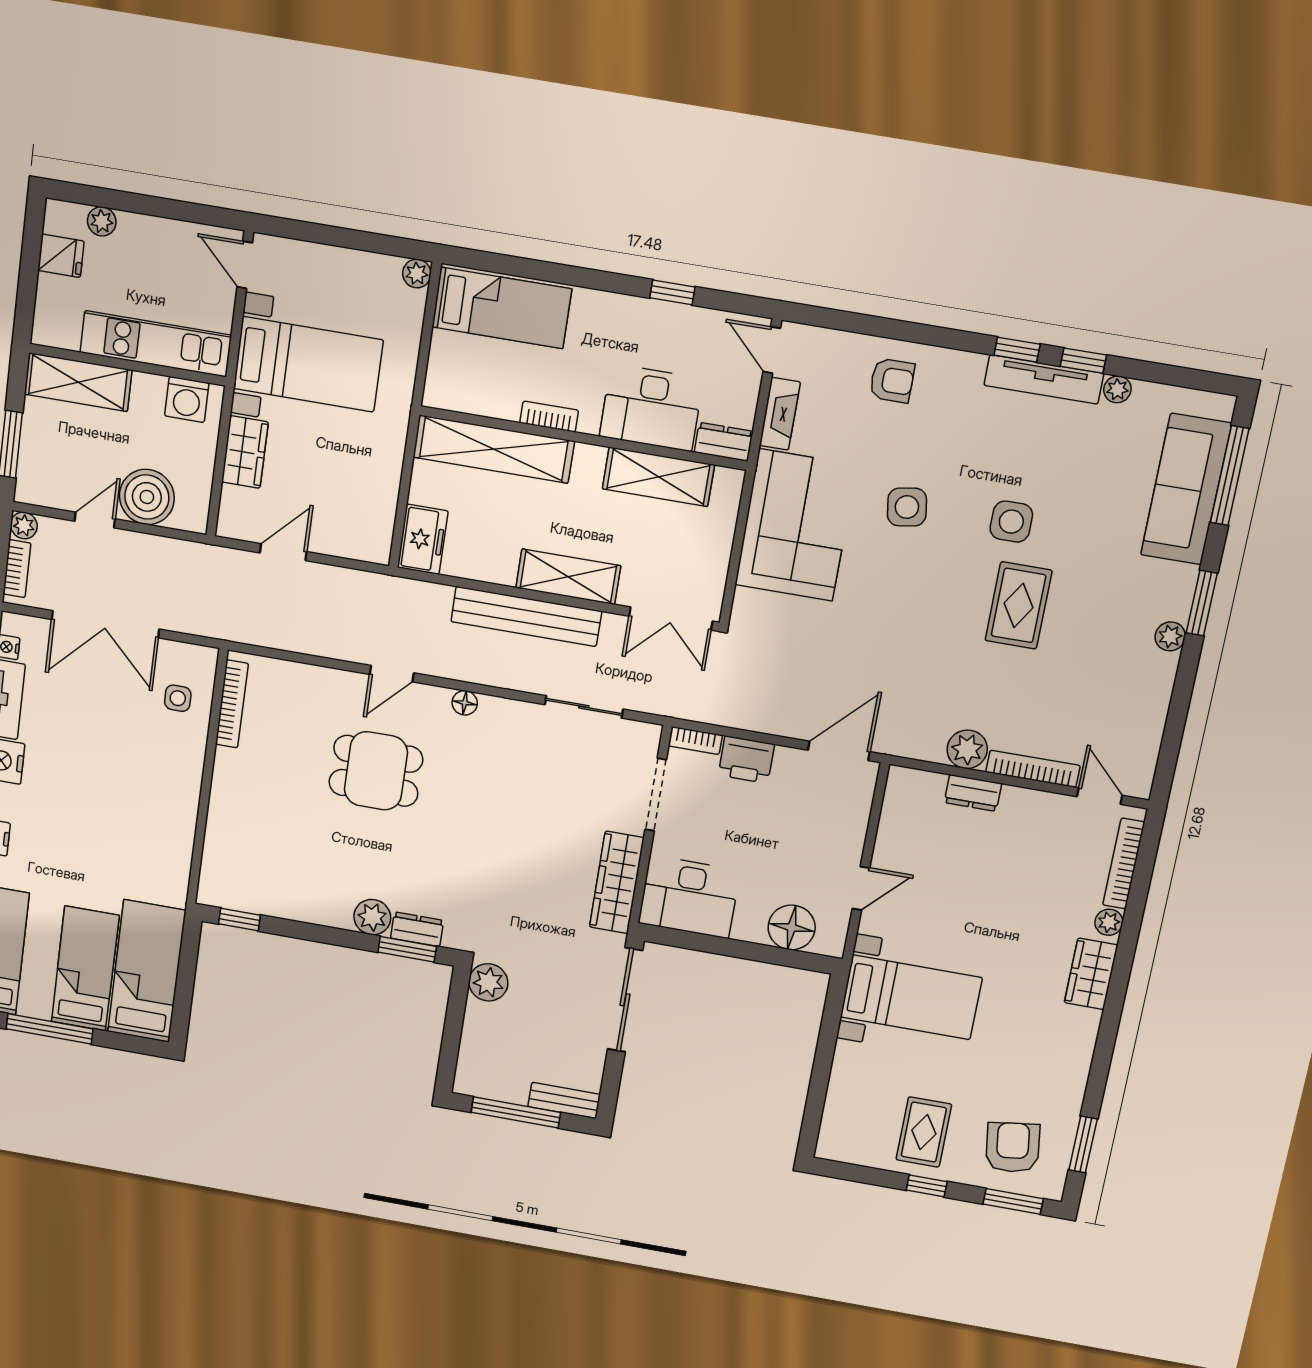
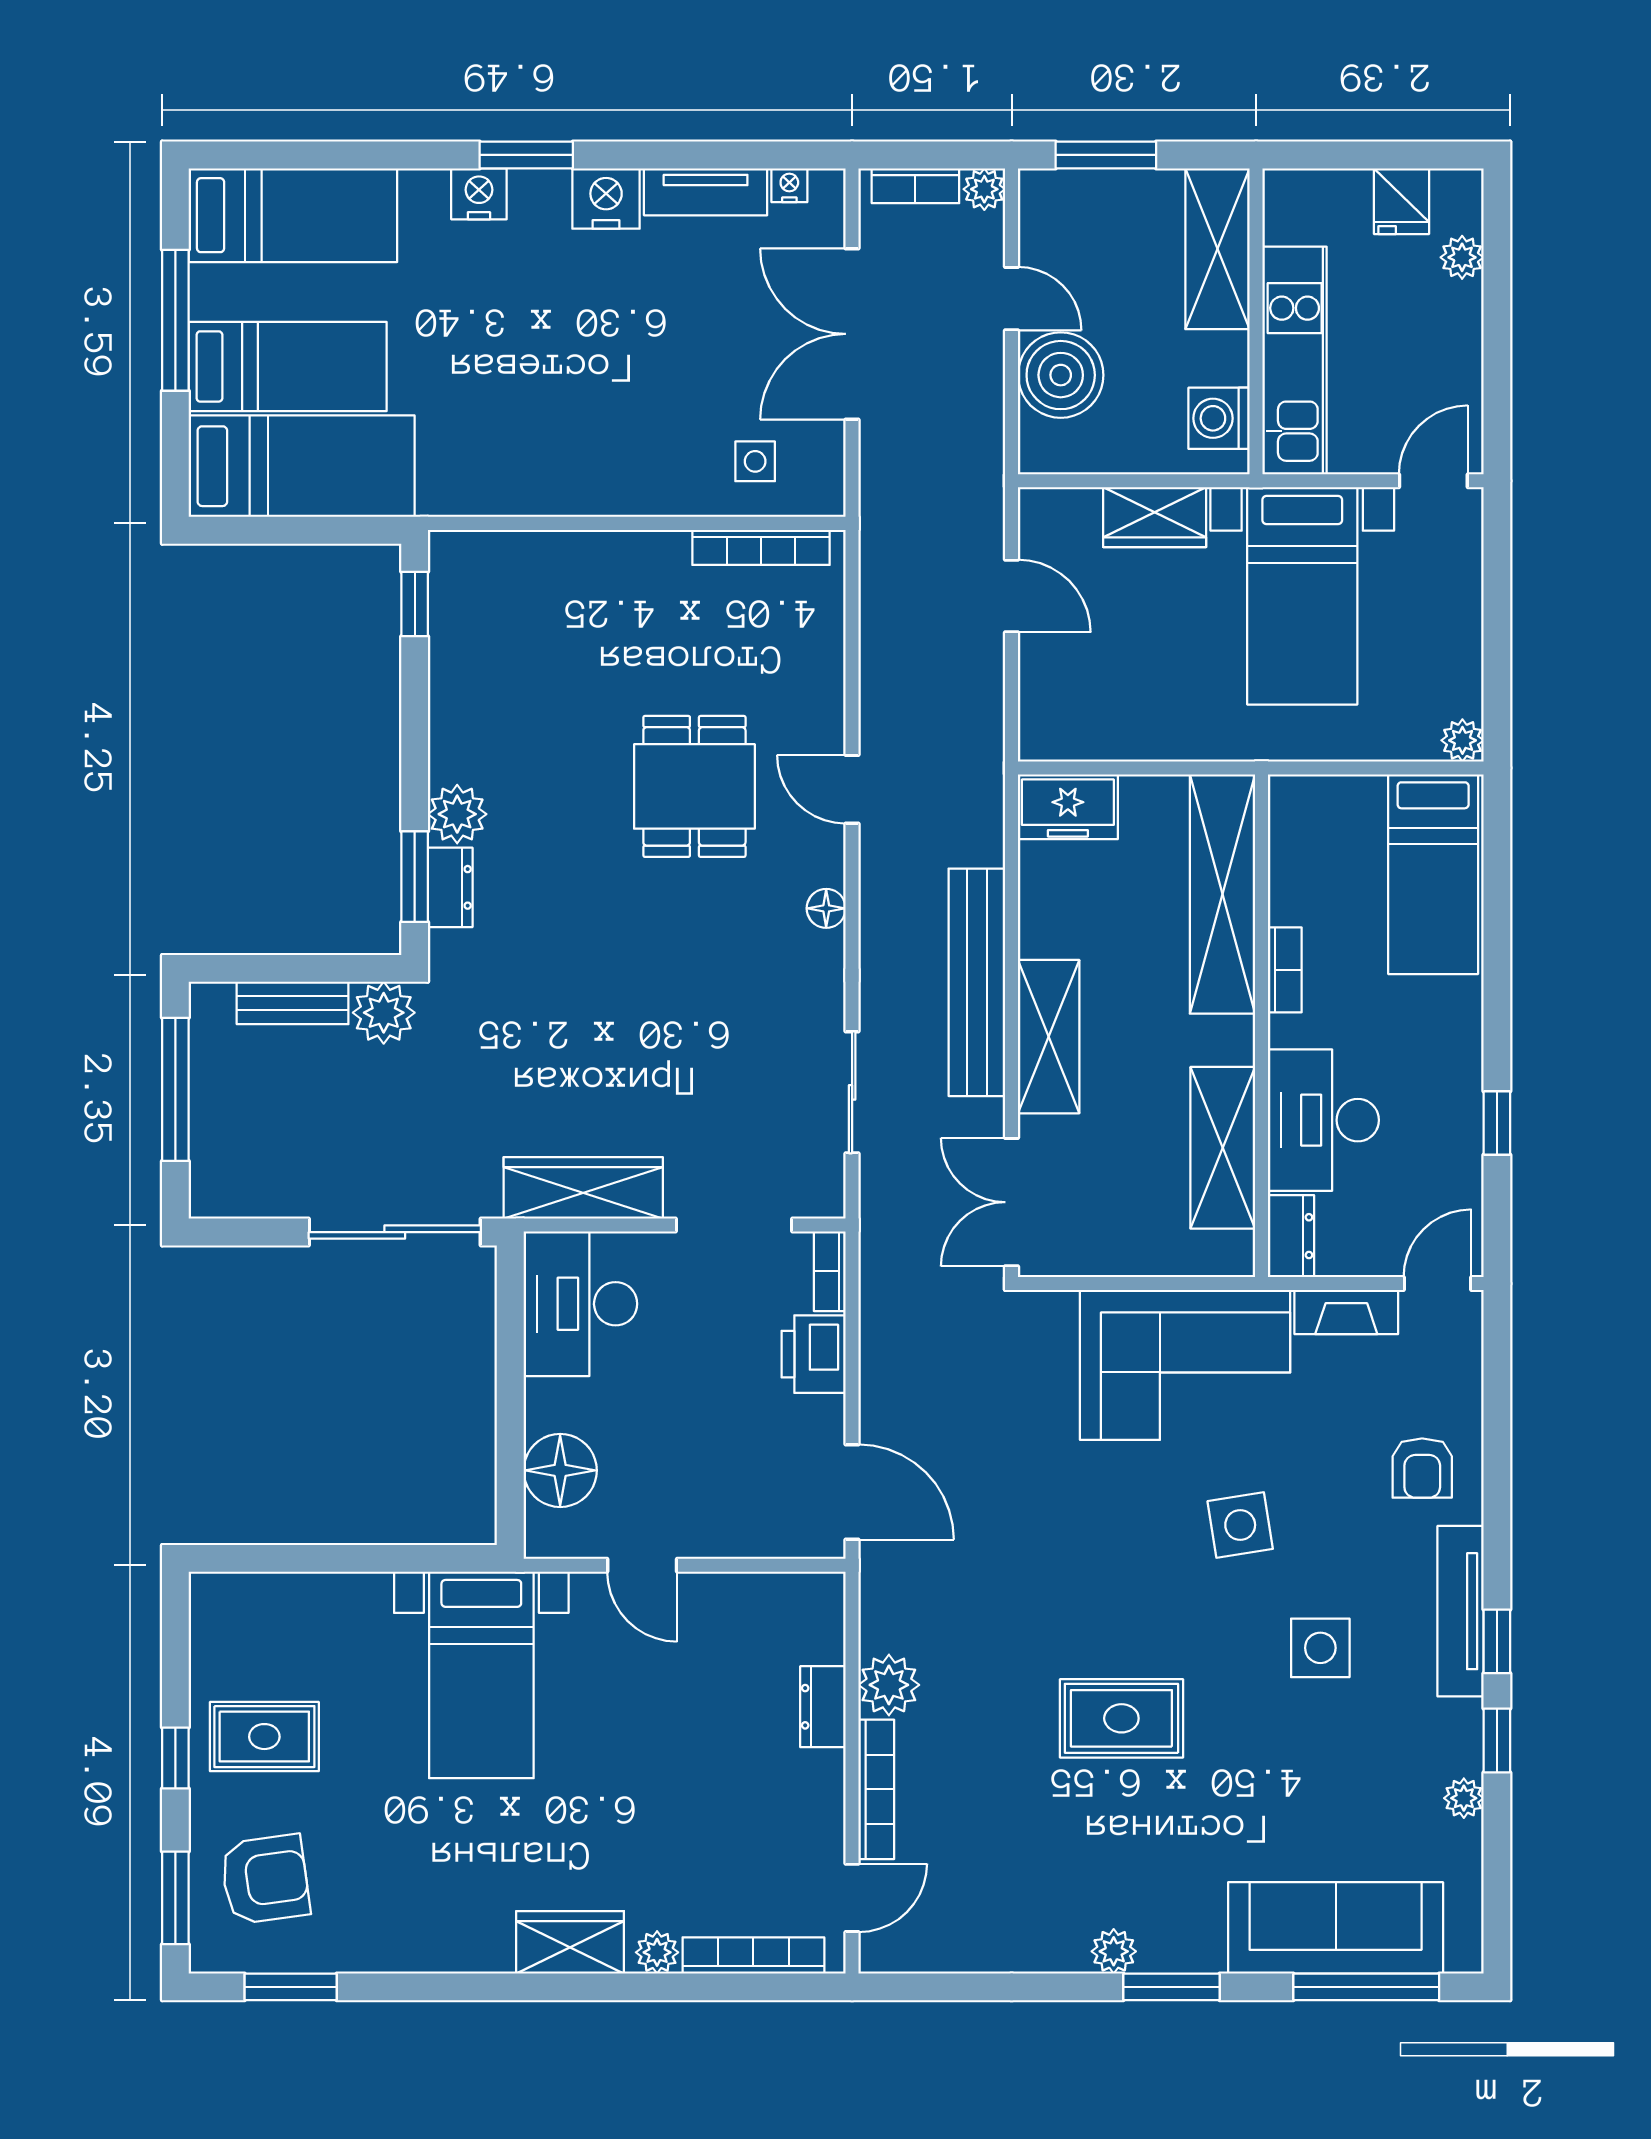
tv unit: (1044, 379) -> (1461, 1611), moved
side table: (1011, 522) -> (1320, 1648), moved
bench: (564, 1100) -> (293, 1003), moved, turned 90

